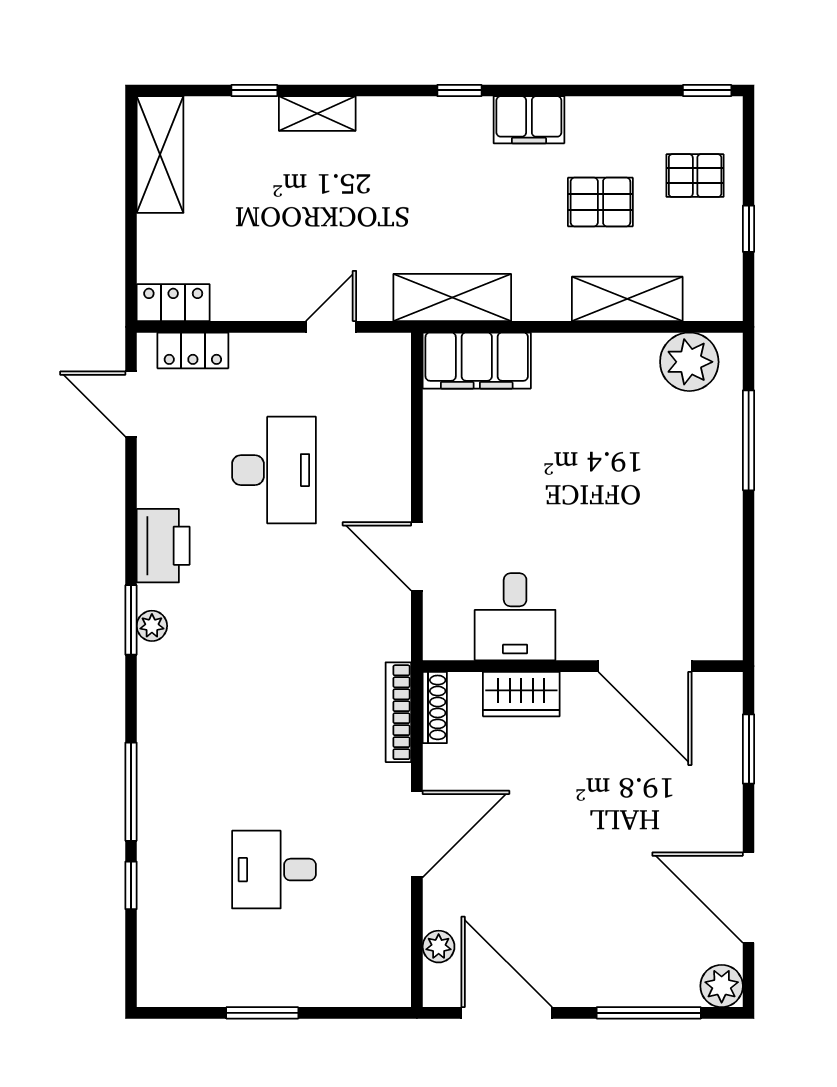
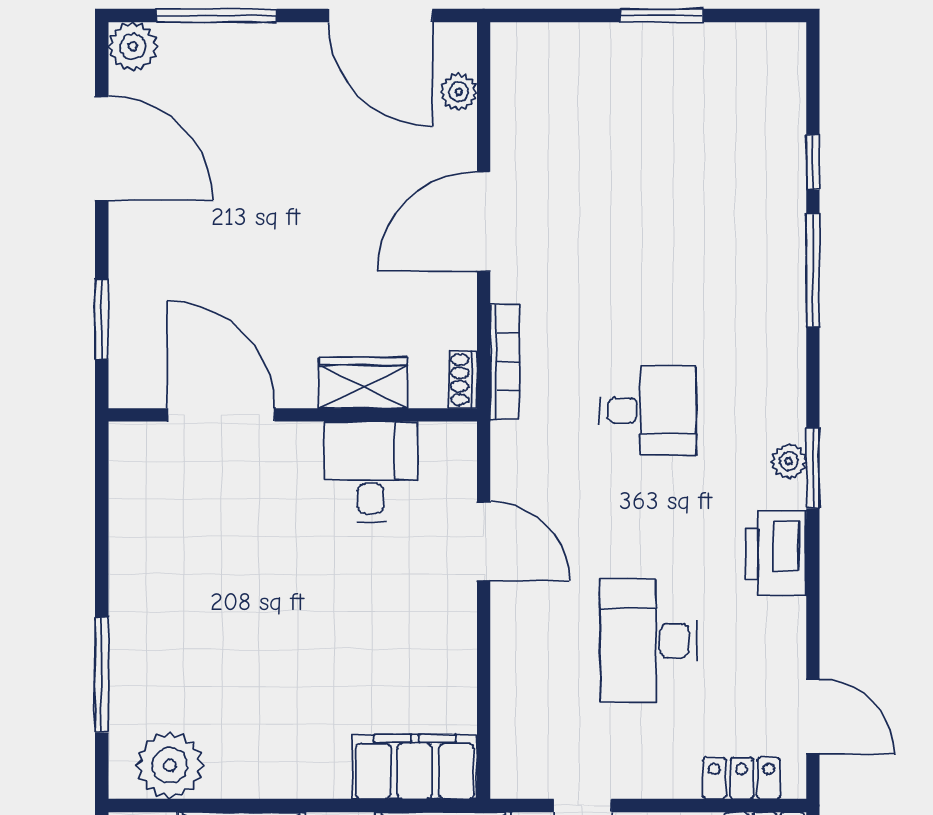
shoe rack: (435, 707) -> (463, 380), width x0.70
desk: (274, 870) -> (648, 411), moved

